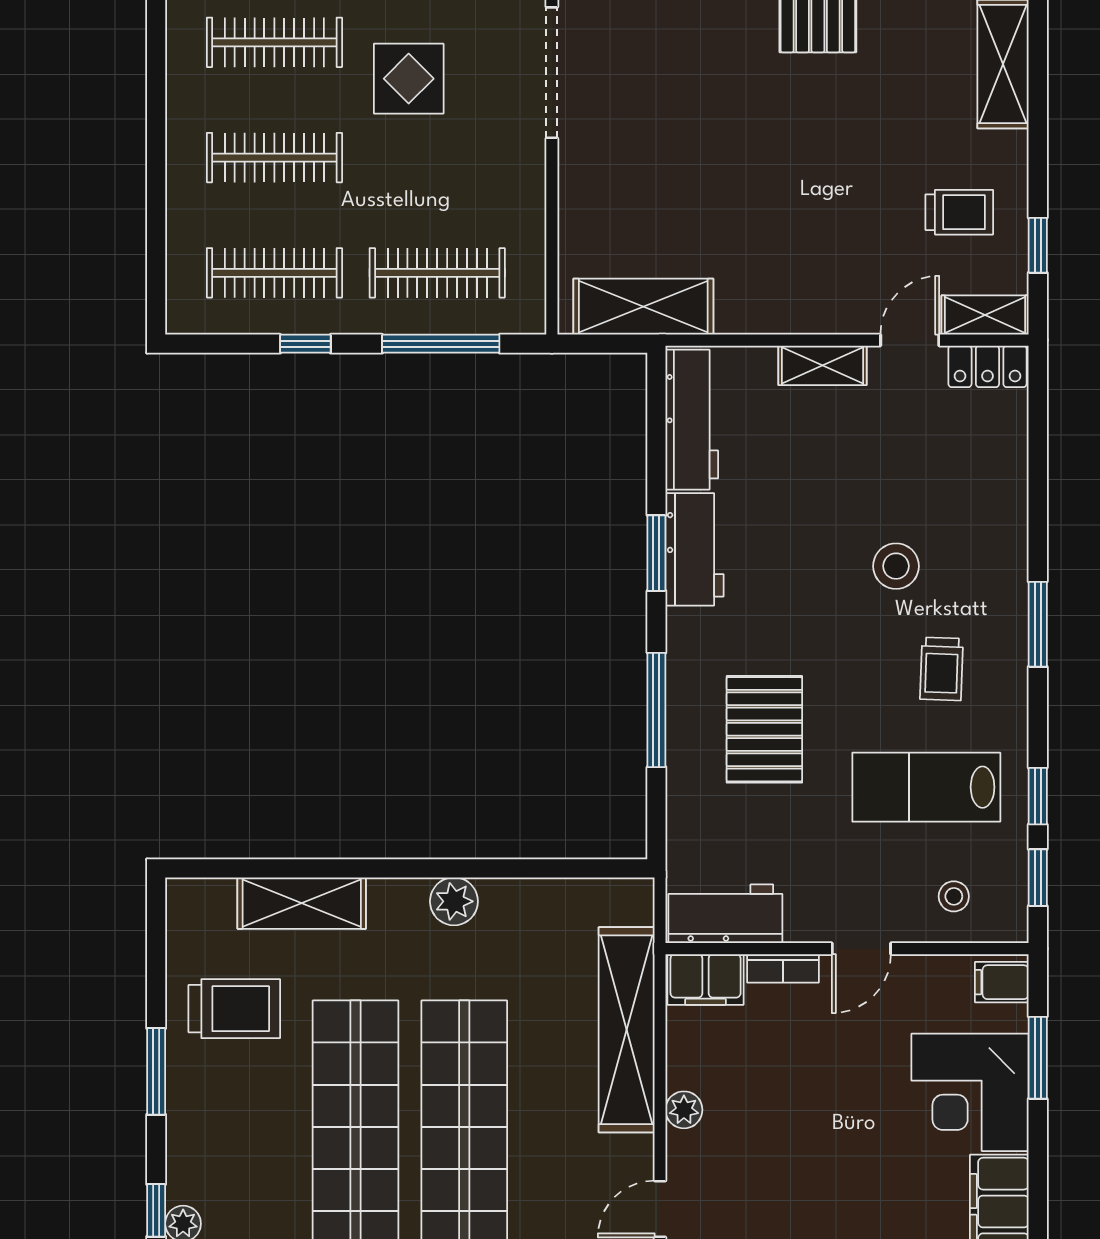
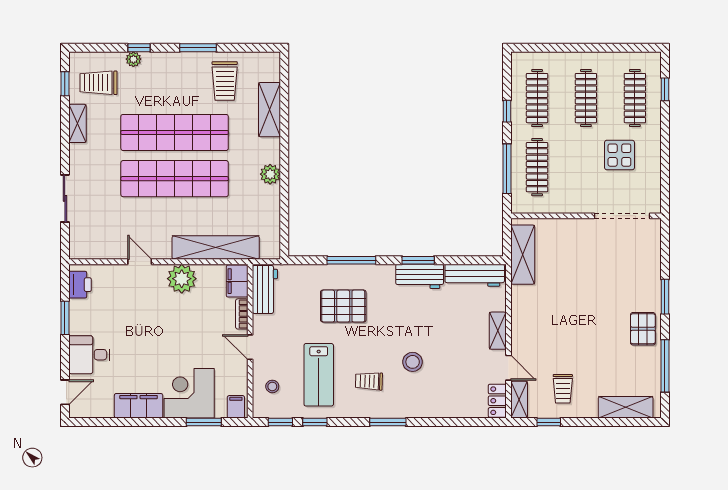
lab bench: (926, 787) -> (319, 375), turned 180
plant: (684, 1110) -> (182, 279), width x1.87, depth x1.87

